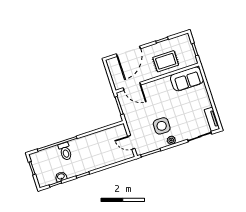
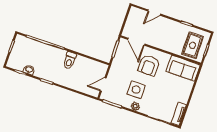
door: (128, 51) -> (154, 13), width x0.53
rug: (166, 61) -> (192, 45), moved, turned 90
armchair: (157, 98) -> (149, 65), added
door: (131, 142) -> (103, 84), hinge flipped
toilet: (65, 151) -> (70, 61), moved

